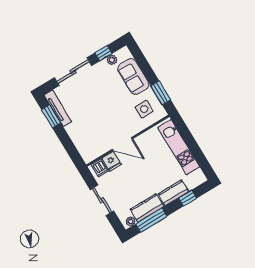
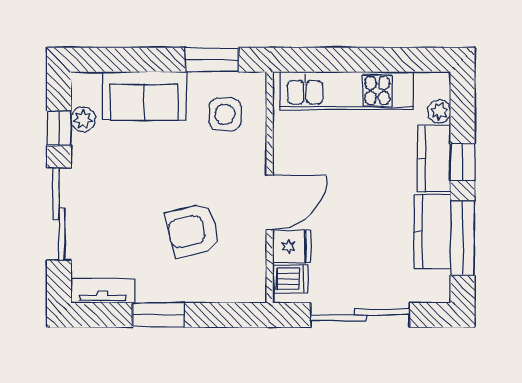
tv unit: (58, 108) -> (103, 291), width x0.71
window: (51, 116) -> (158, 315), moved
armchair: (96, 123) -> (193, 230), added
window: (188, 198) -> (463, 162), moved
sliding door: (102, 200) -> (360, 315), width x1.37
plant: (131, 221) -> (439, 111), moved

